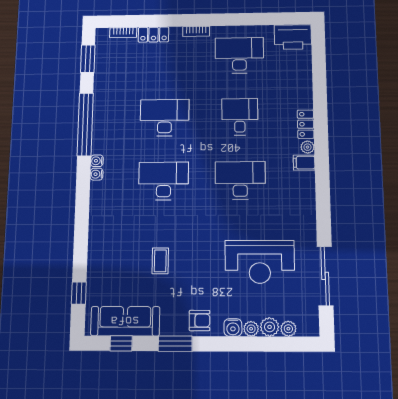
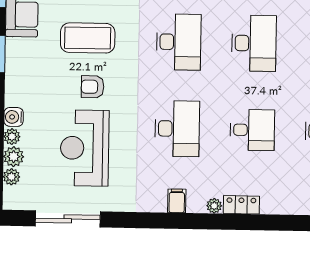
filing cabinet: (304, 163) -> (177, 201), moved
coffee table: (160, 261) -> (88, 38), width x1.86, depth x1.72
armchair: (200, 321) -> (93, 87), moved, turned 90

